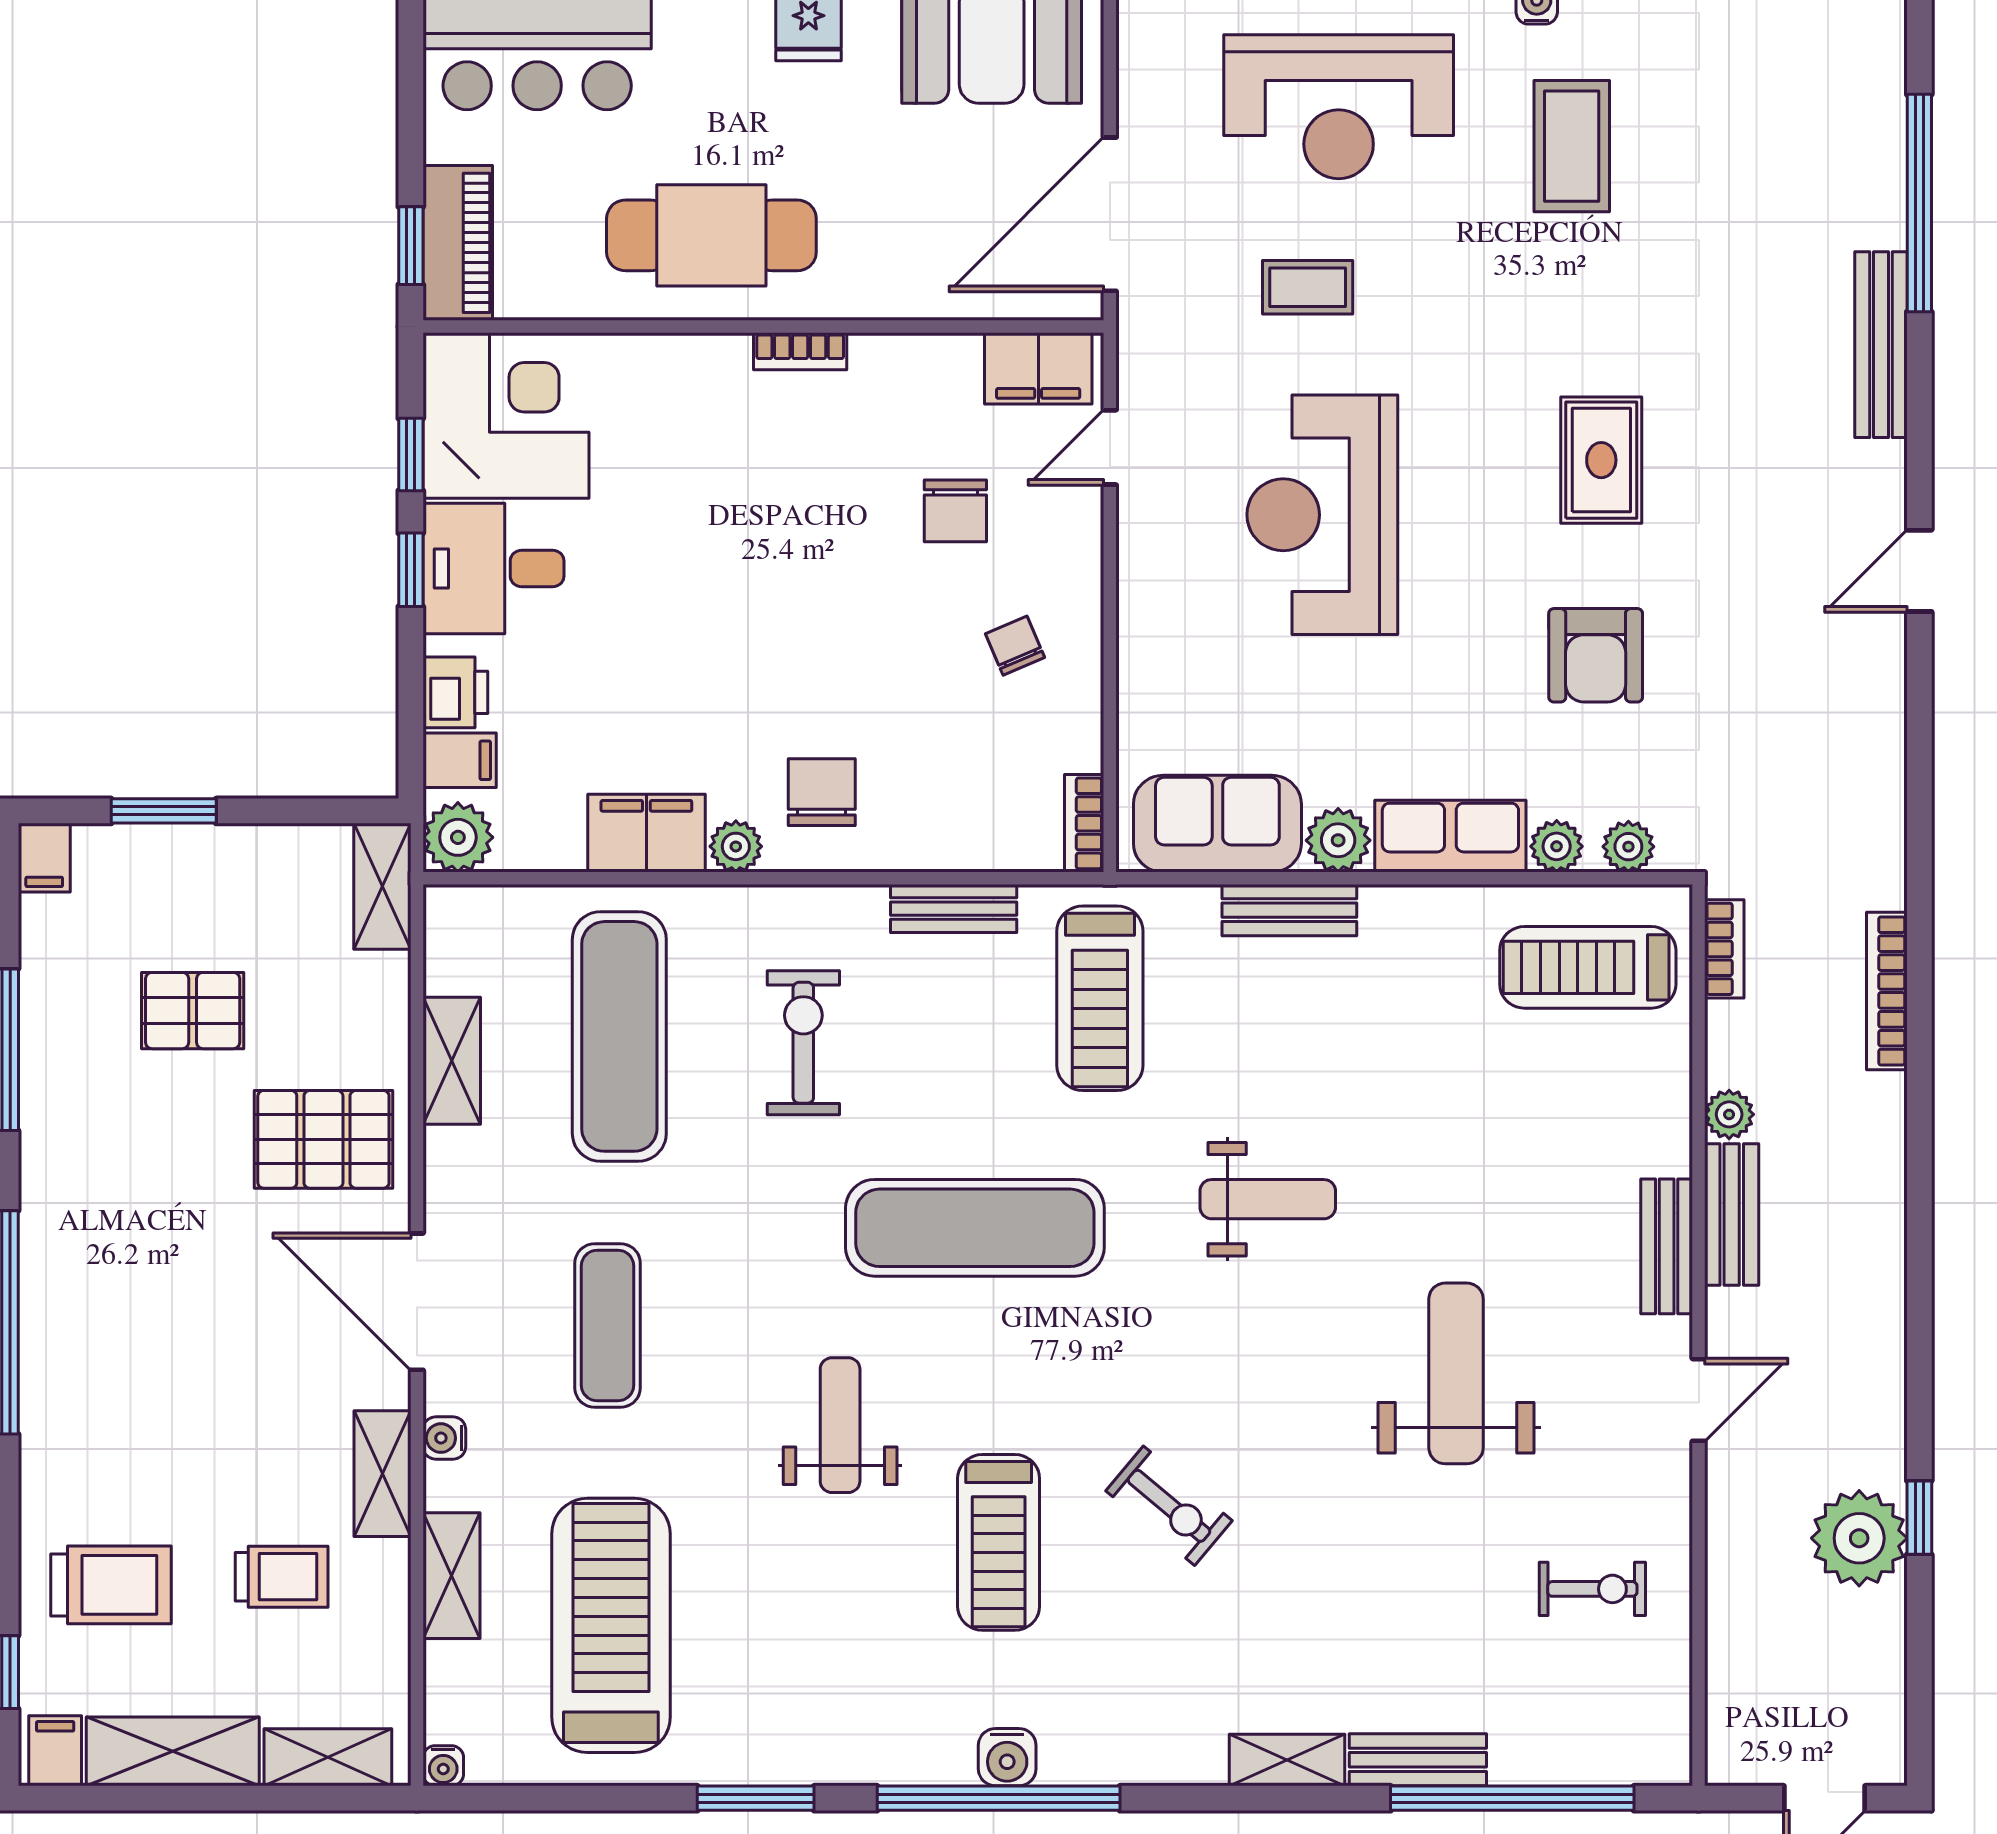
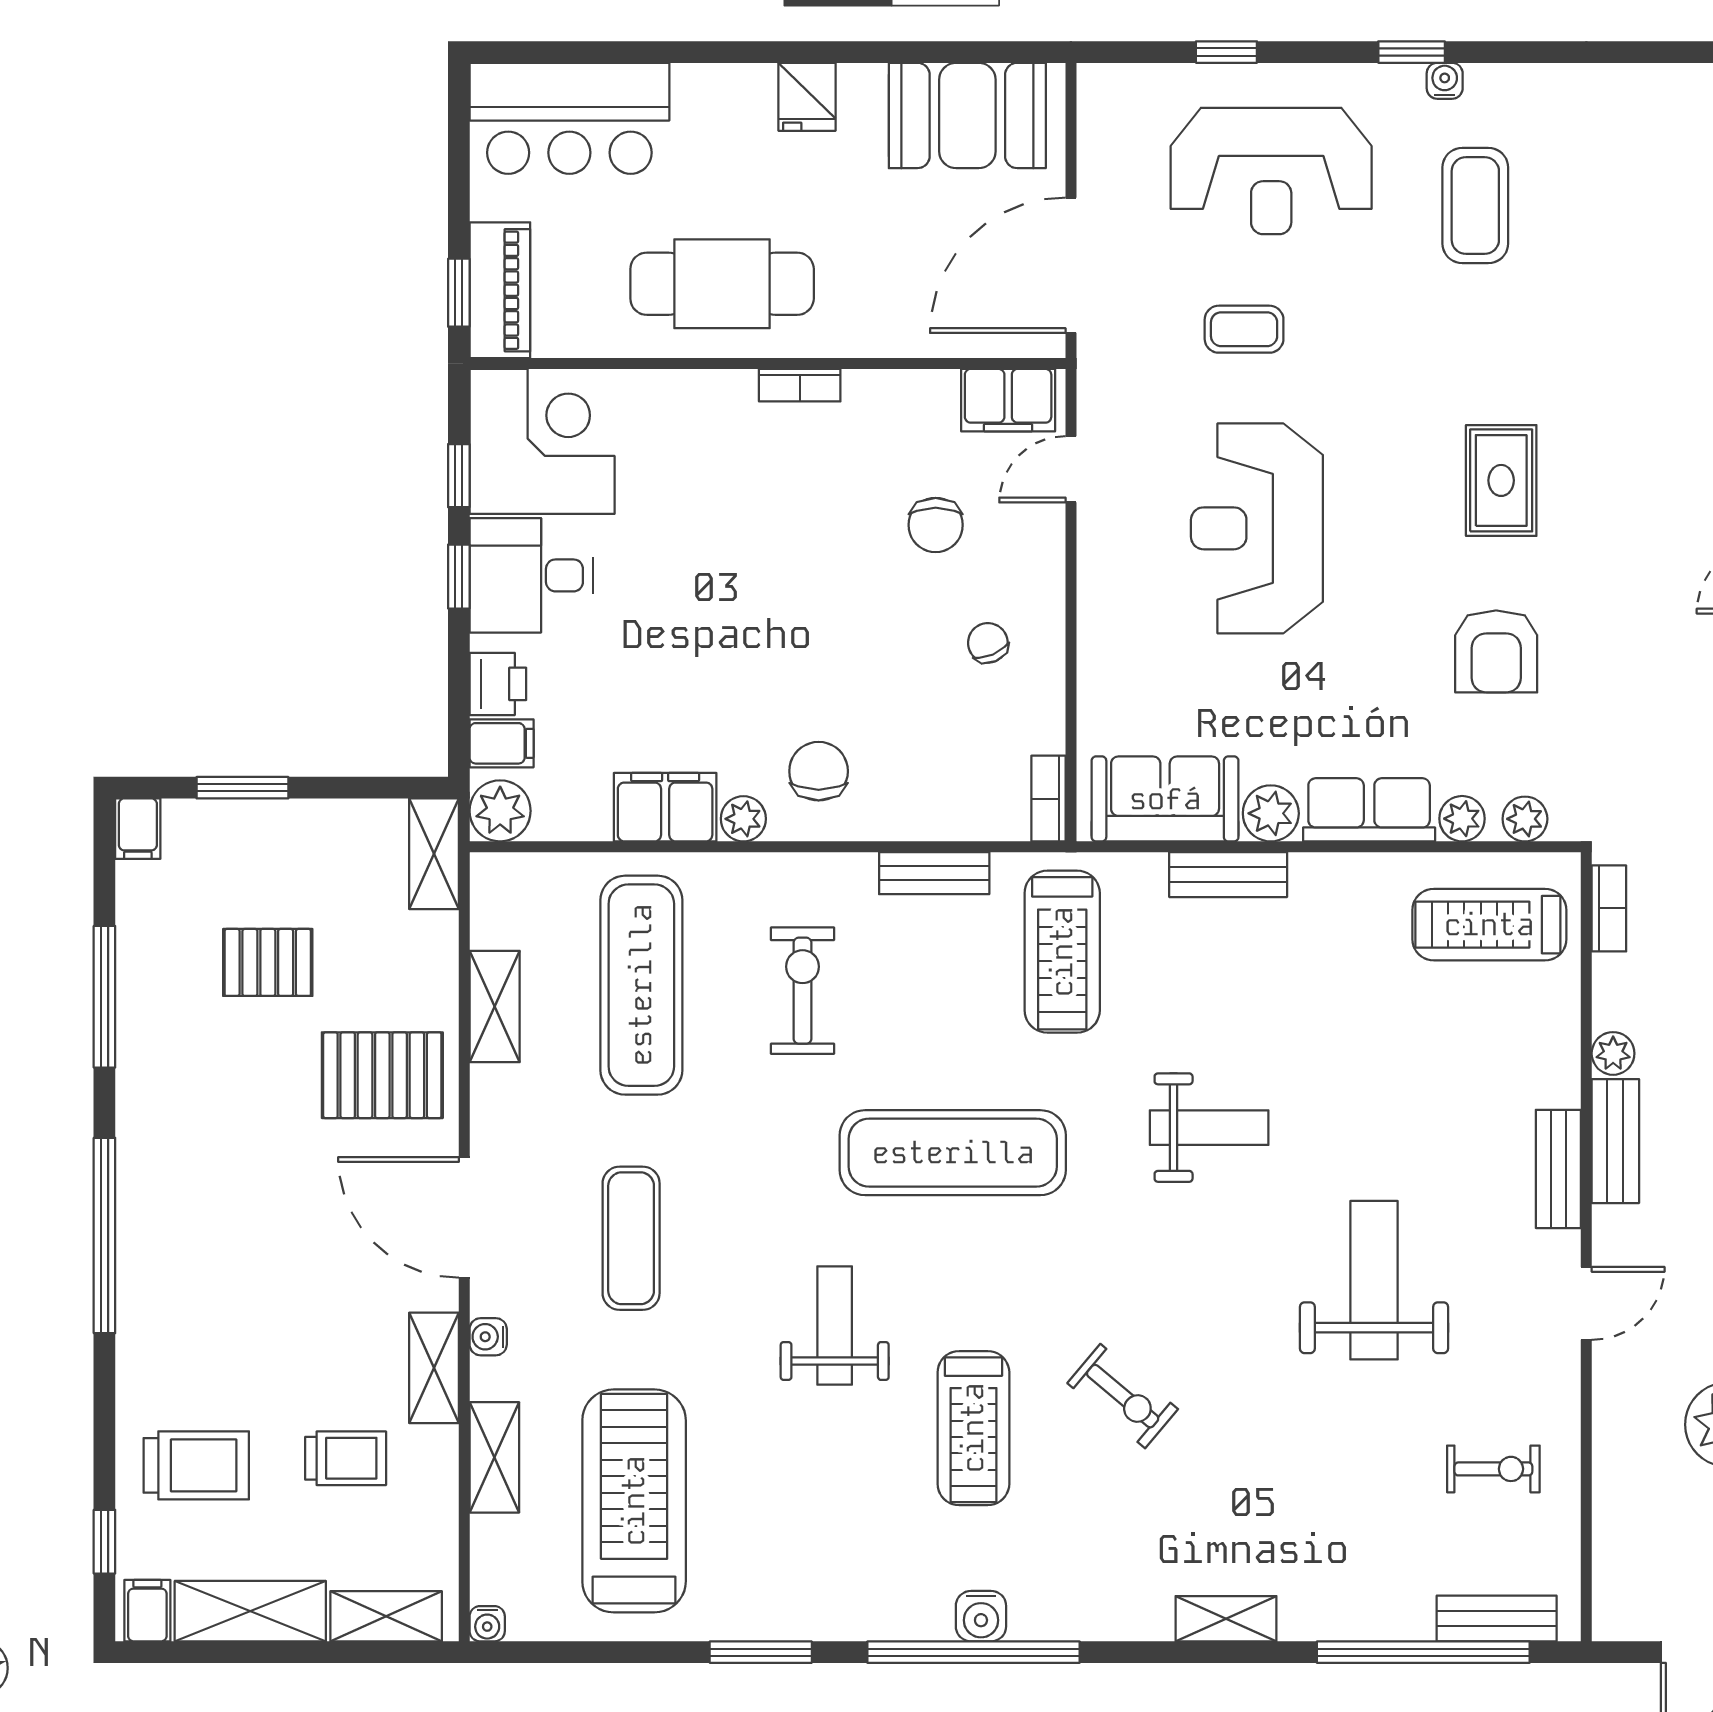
bench: (1418, 1760) -> (1497, 1618), moved

